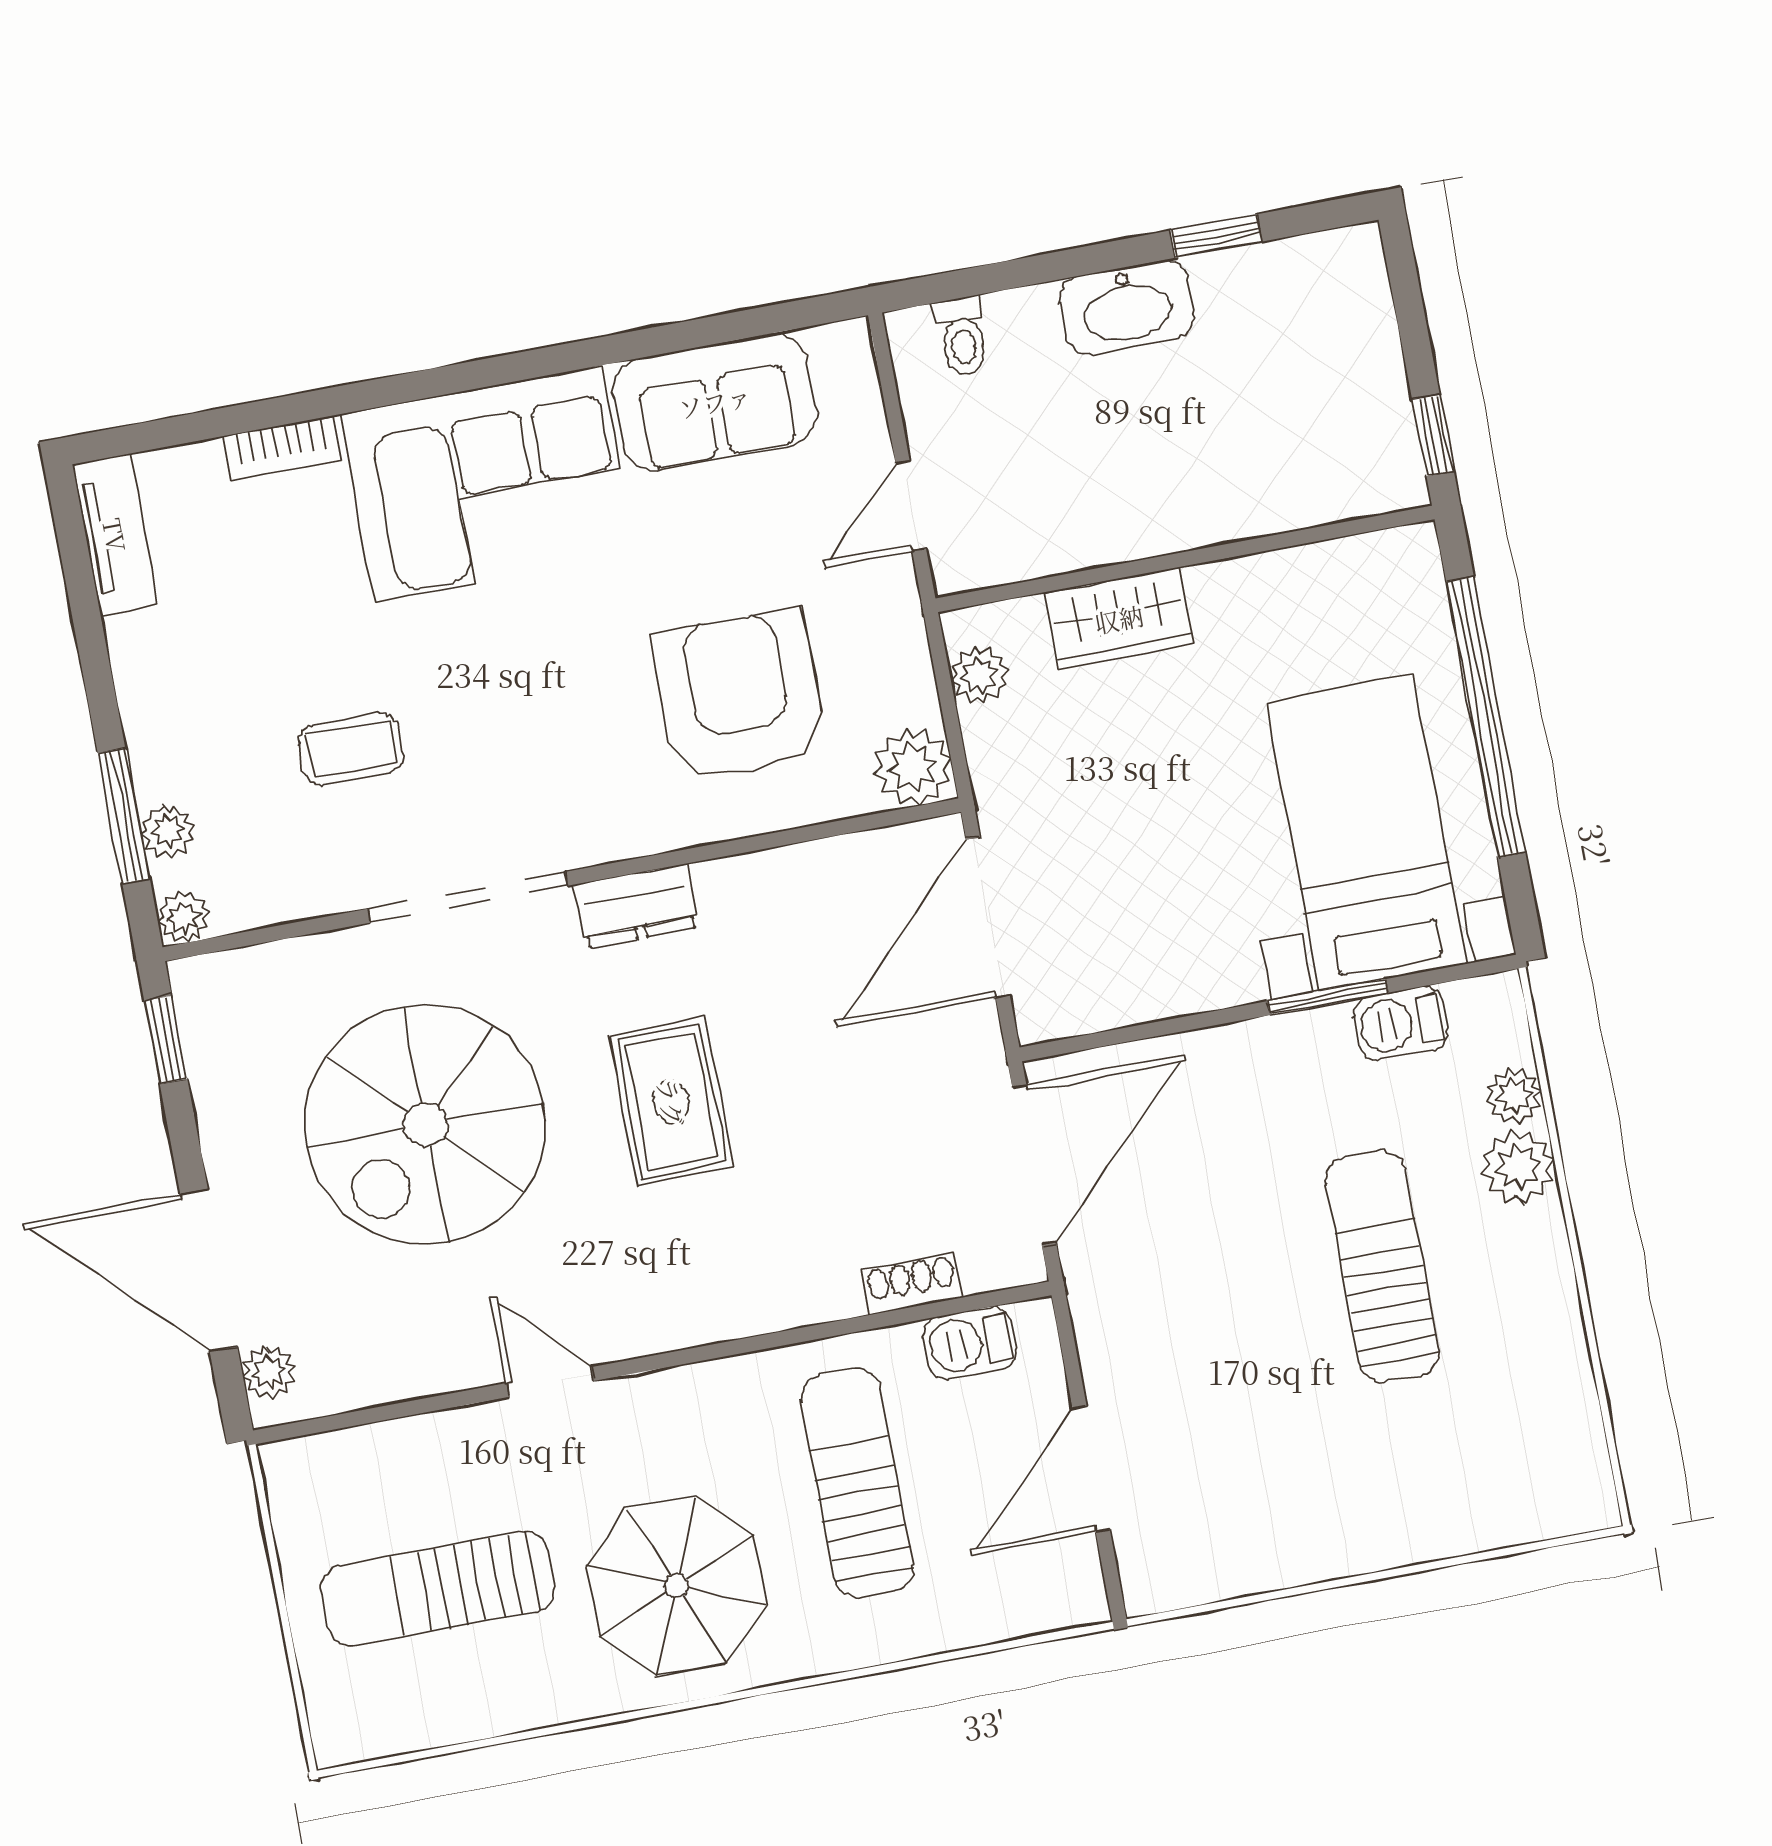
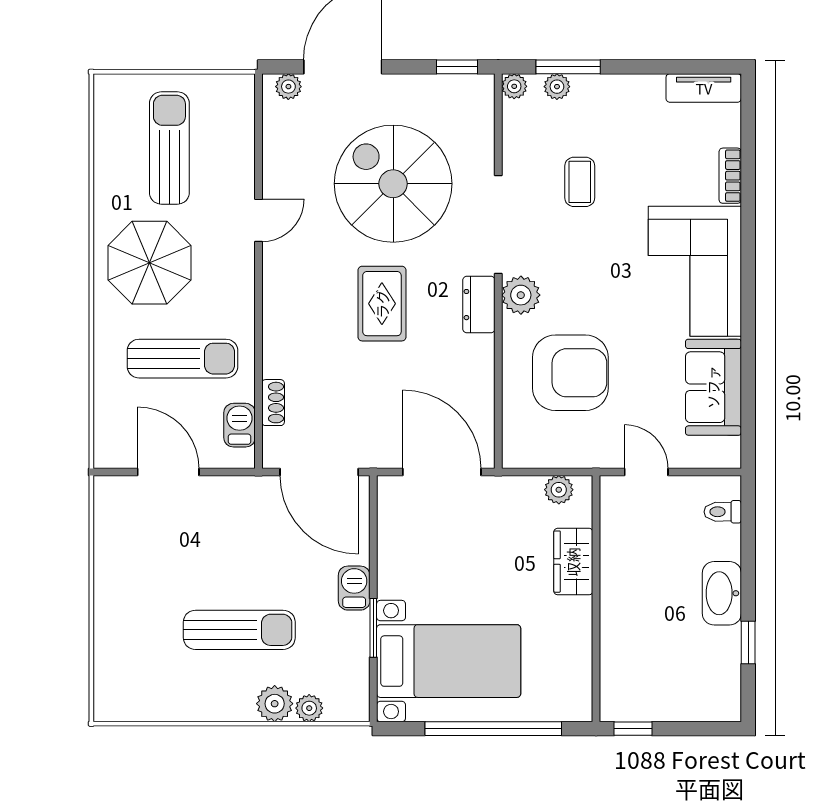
plant: (913, 767) -> (521, 295), moved
barbecue: (1401, 1023) -> (354, 588), moved
rug: (671, 1102) -> (382, 304), turned 90

